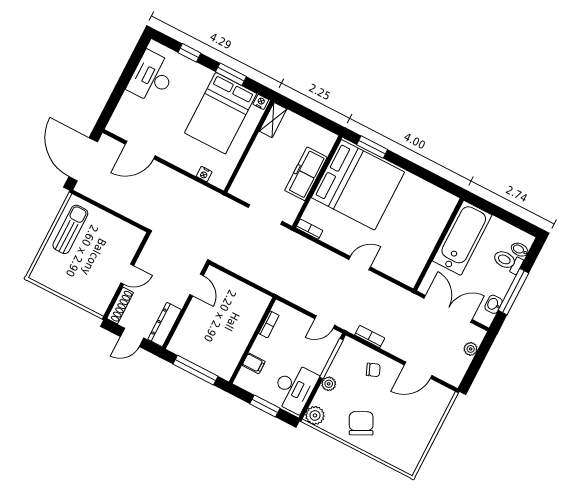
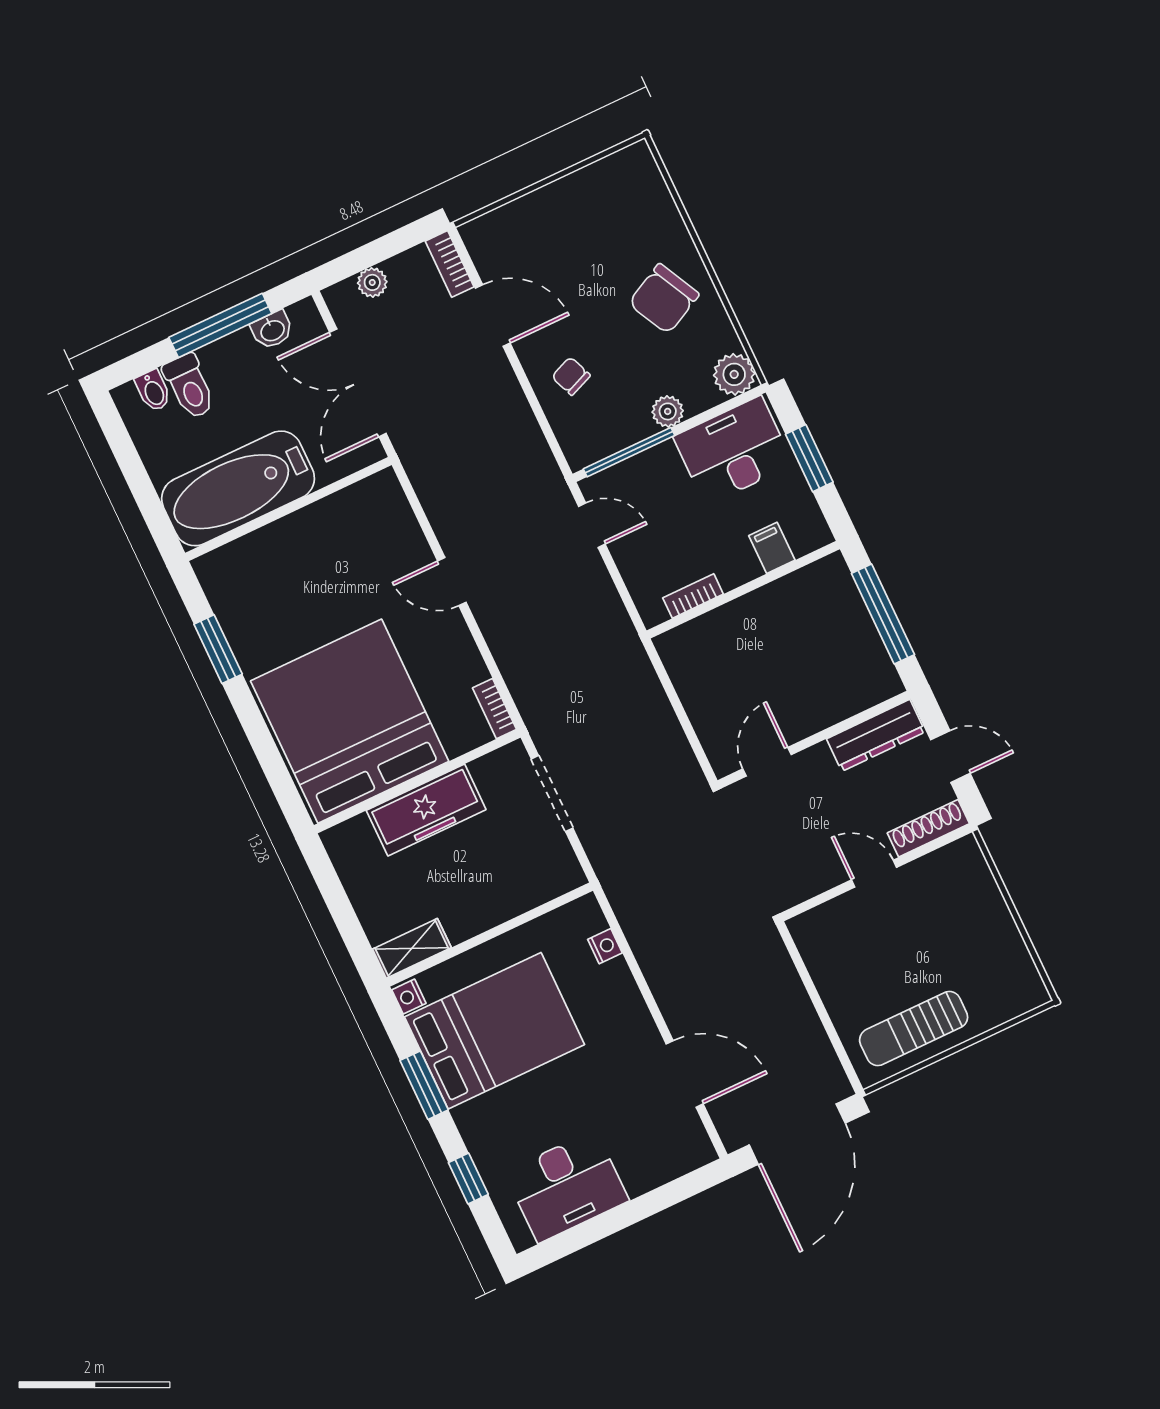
window: (372, 147) -> (218, 649), moved
bookcase: (370, 337) -> (450, 264), moved

